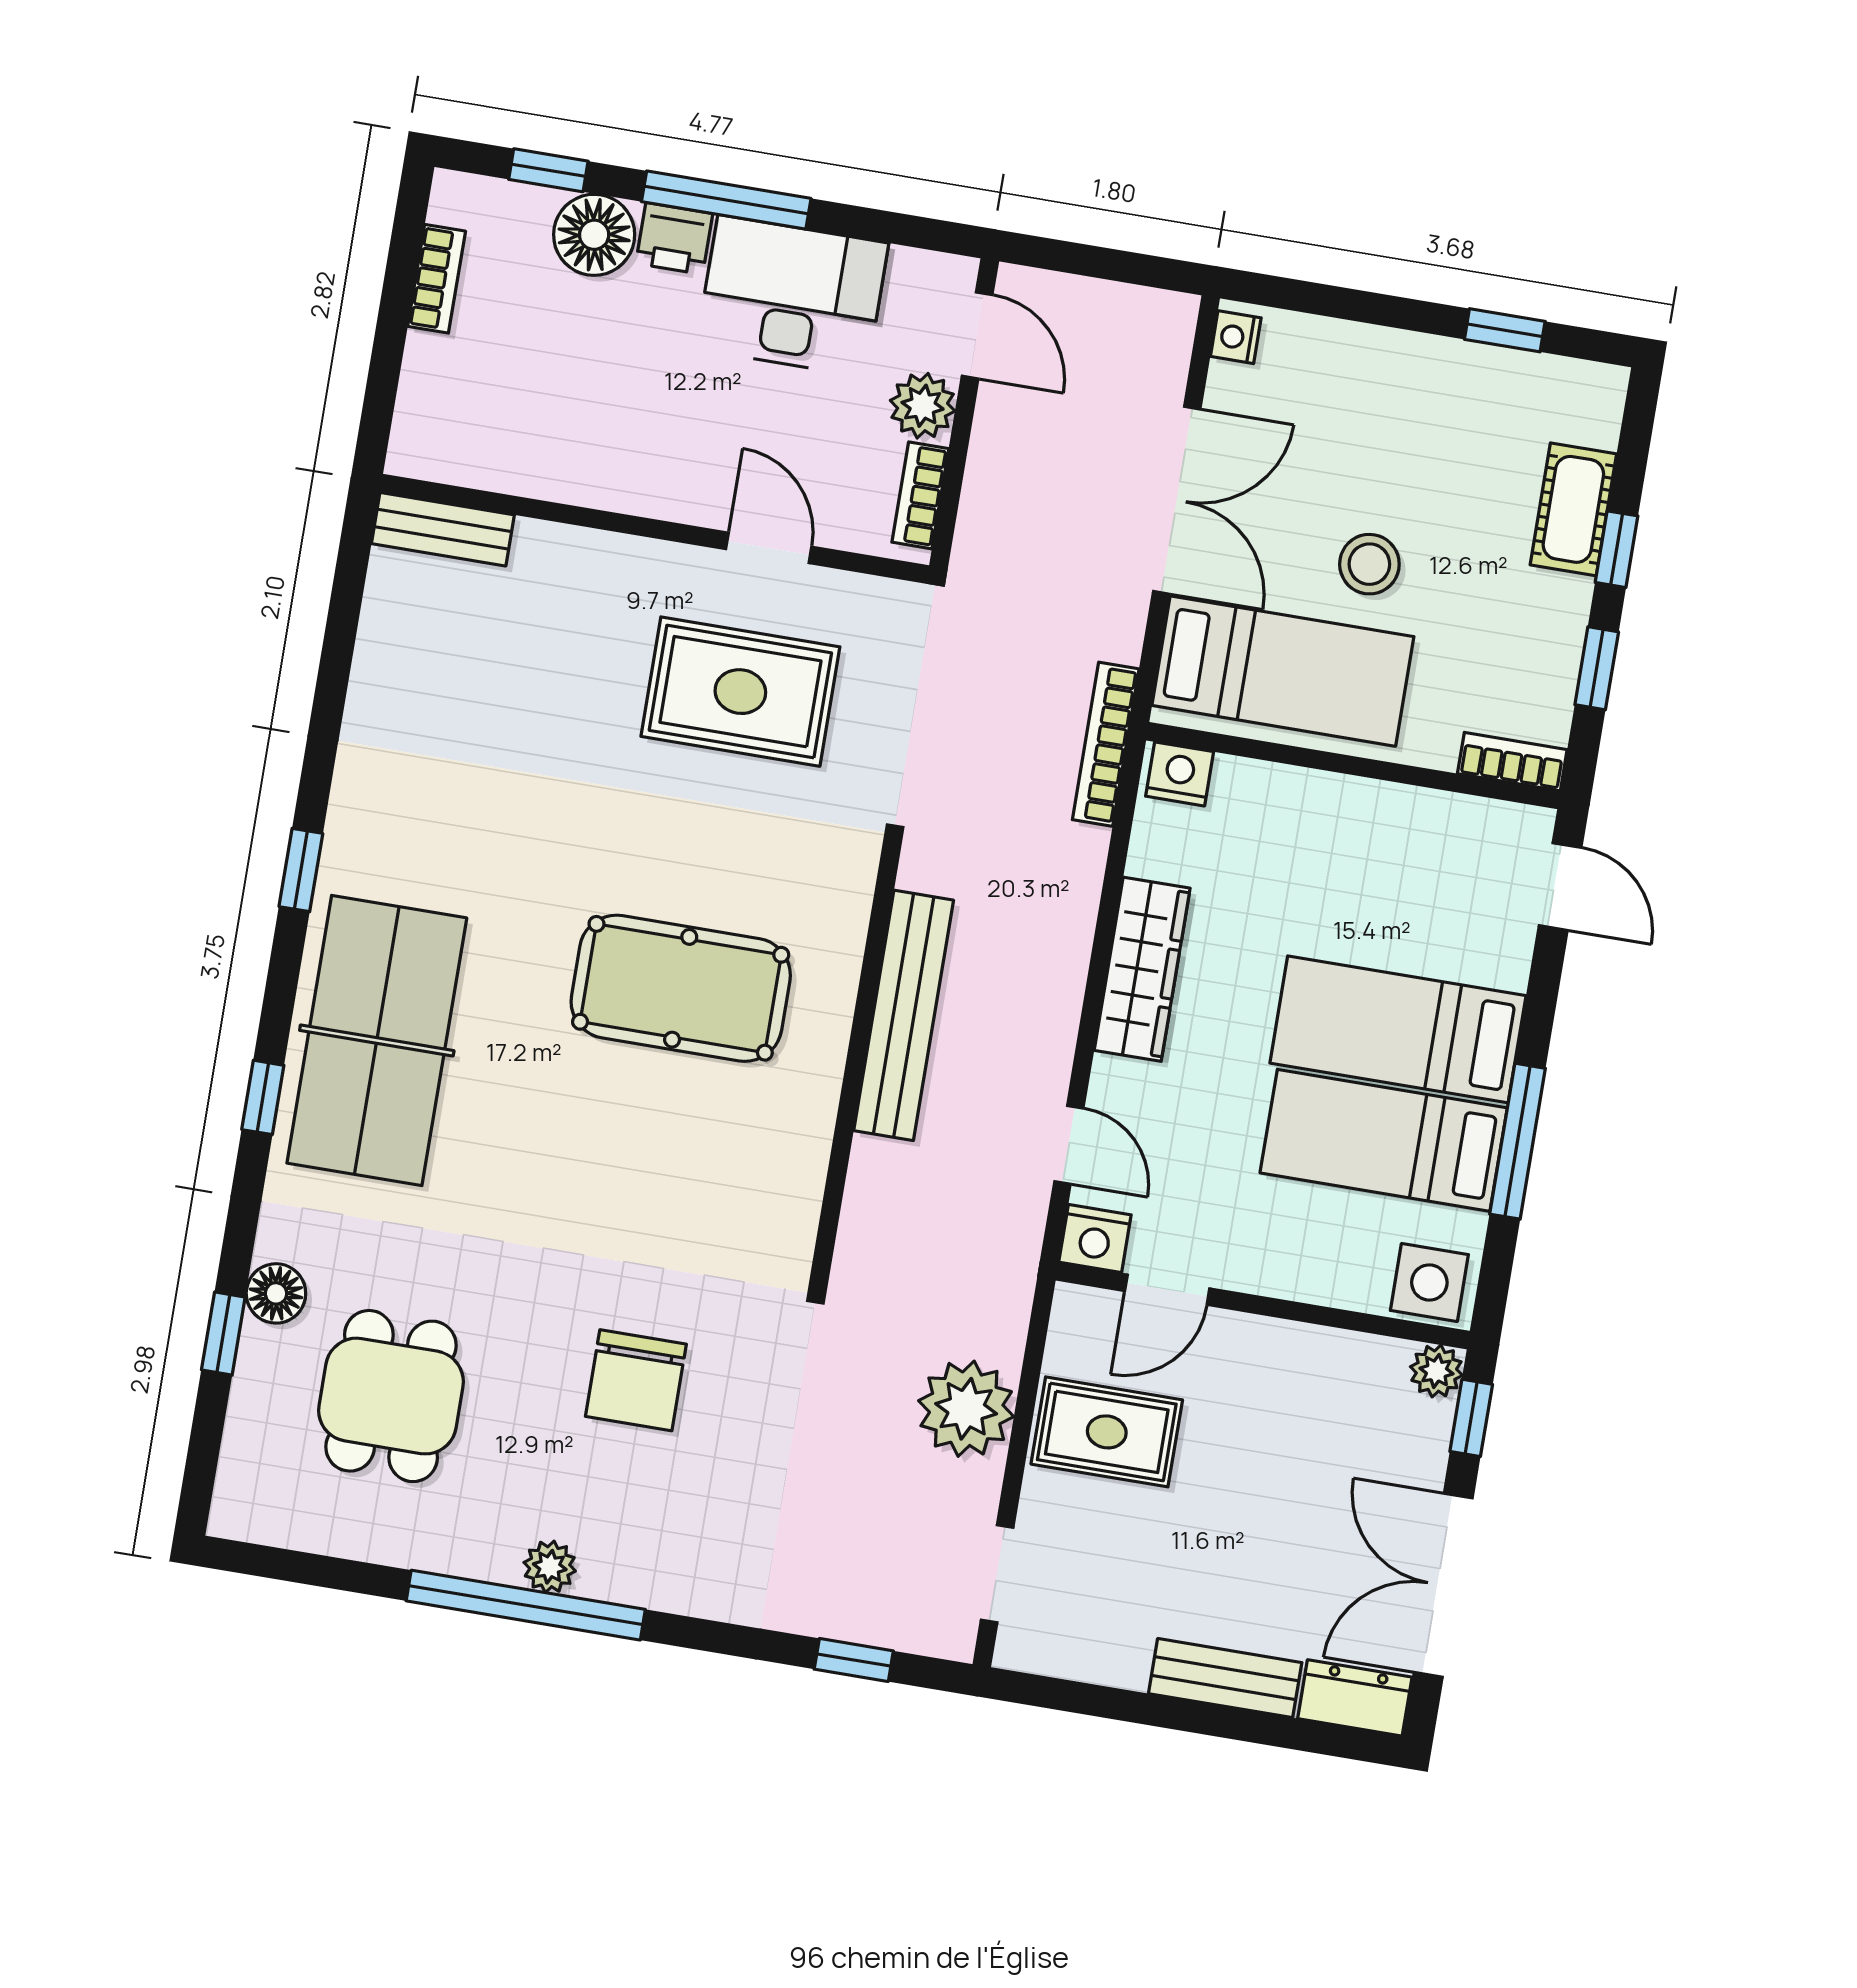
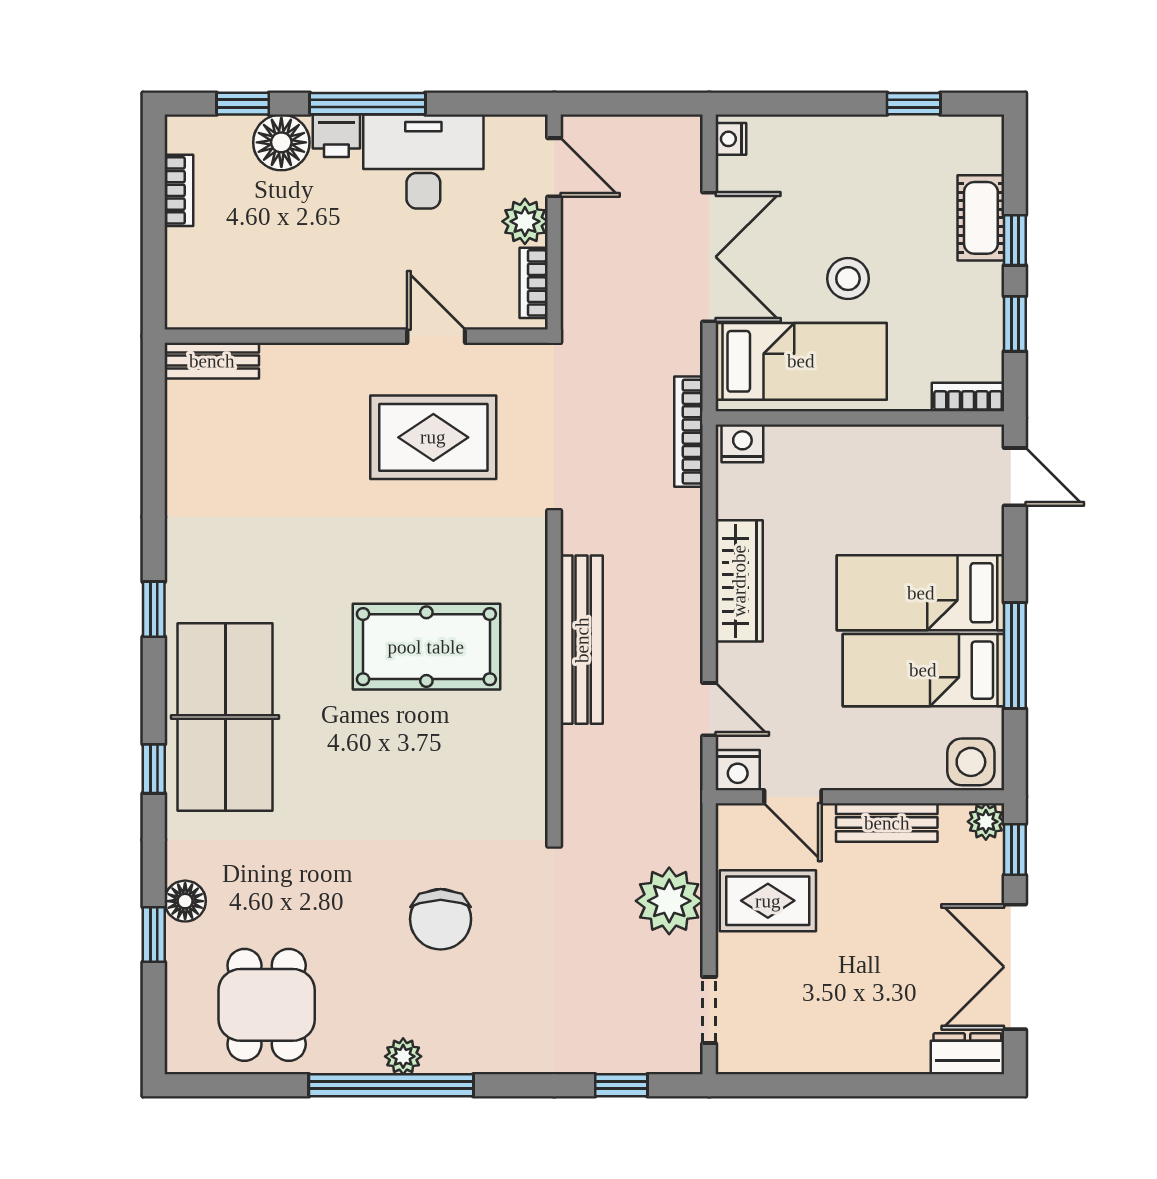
door: (1167, 1290) -> (793, 797), hinge flipped
dining table: (391, 1396) -> (267, 1005), moved
bench: (1225, 1678) -> (887, 823), moved

